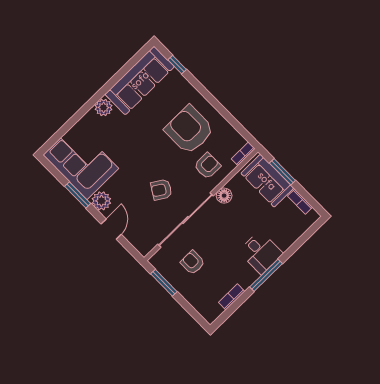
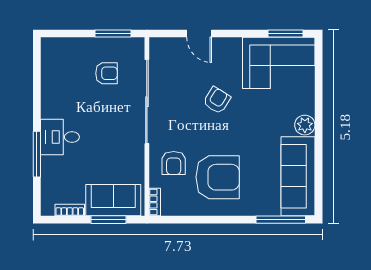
window: (177, 65) -> (281, 220), width x2.17
armchair: (161, 190) -> (217, 100), moved
window: (78, 195) -> (286, 33), moved
floor lamp: (224, 196) -> (136, 153), removed
plant: (101, 201) -> (230, 48), removed
window: (266, 275) -> (37, 154), moved
bookcase: (232, 297) -> (47, 78), removed

